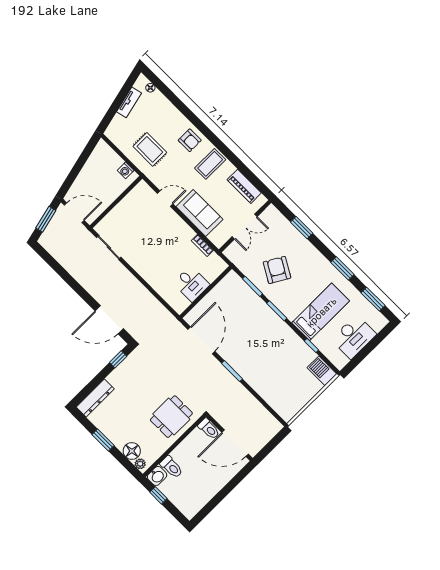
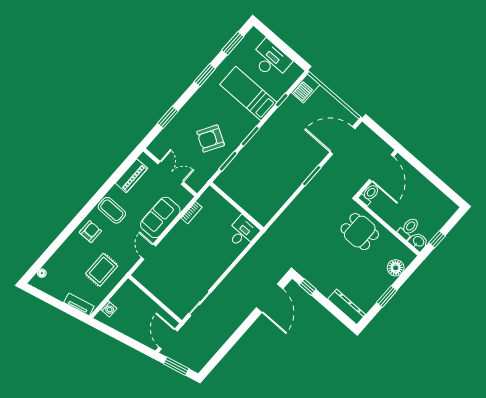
tv unit: (129, 102) -> (79, 304), moved
washing machine: (126, 170) -> (109, 309), moved
desk: (191, 284) -> (243, 232), moved
door: (201, 340) -> (343, 140), moved
plant: (140, 464) -> (407, 259), removed

